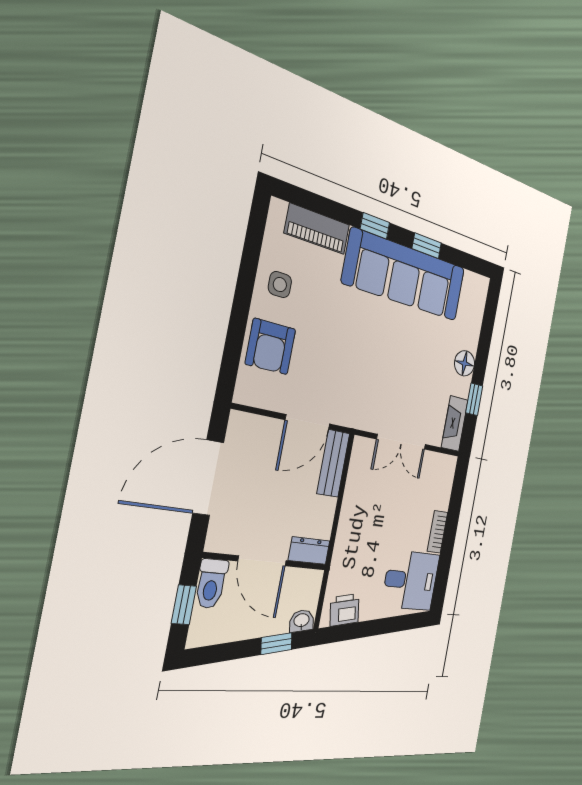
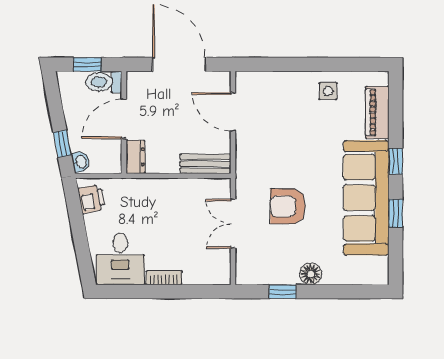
armchair: (271, 347) -> (288, 206), moved
door: (308, 422) -> (233, 112), moved
fireplace: (455, 424) -> (258, 275), removed

